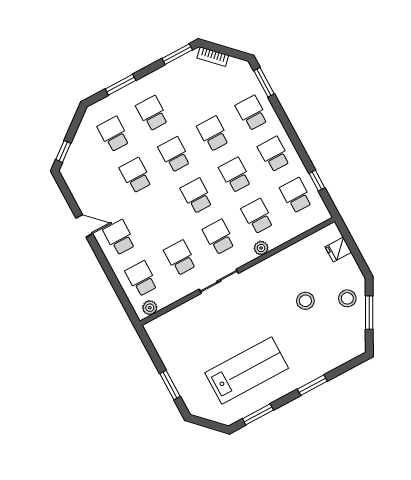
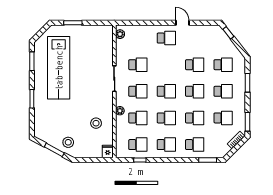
door: (84, 226) -> (183, 23), swing flipped
fridge: (338, 250) -> (108, 152), moved
school desk: (142, 279) -> (223, 118), moved
stool: (305, 301) -> (96, 123), moved
lab bench: (247, 370) -> (59, 68), width x1.36

